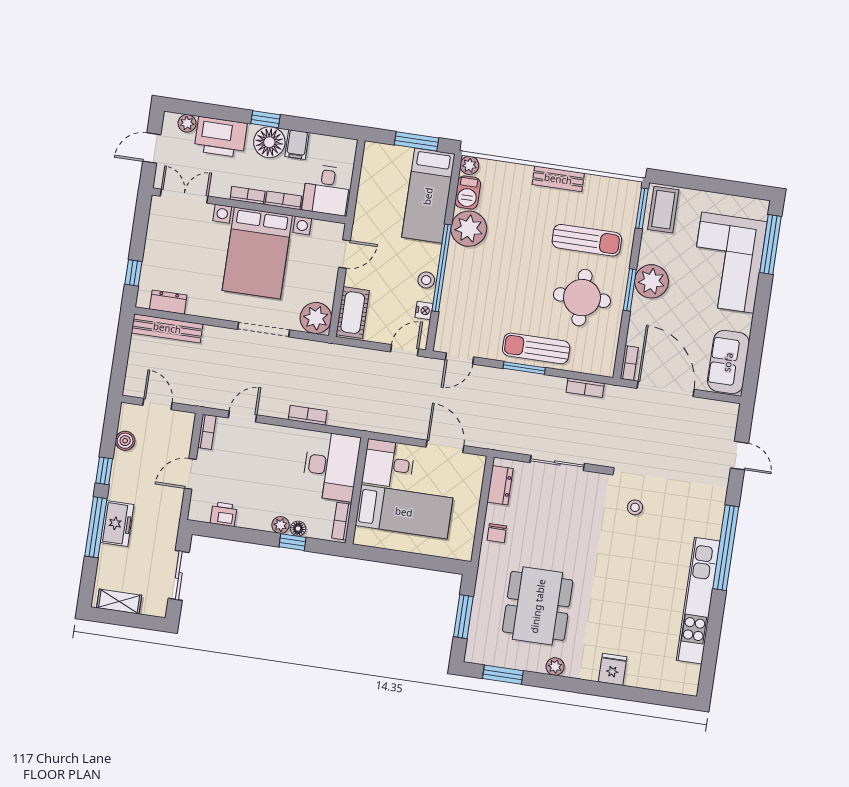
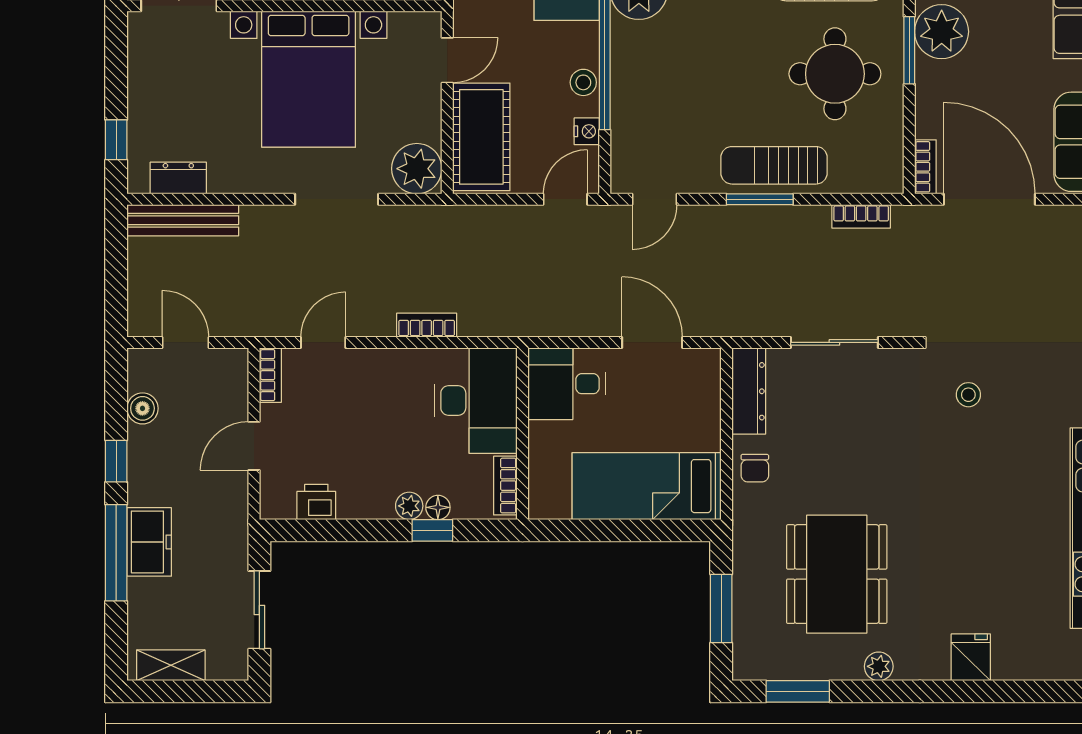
cot: (353, 313) -> (481, 137), width x1.37, depth x1.34
dresser: (500, 485) -> (749, 391), width x1.44
bed: (404, 512) -> (647, 486), moved, turned 180

